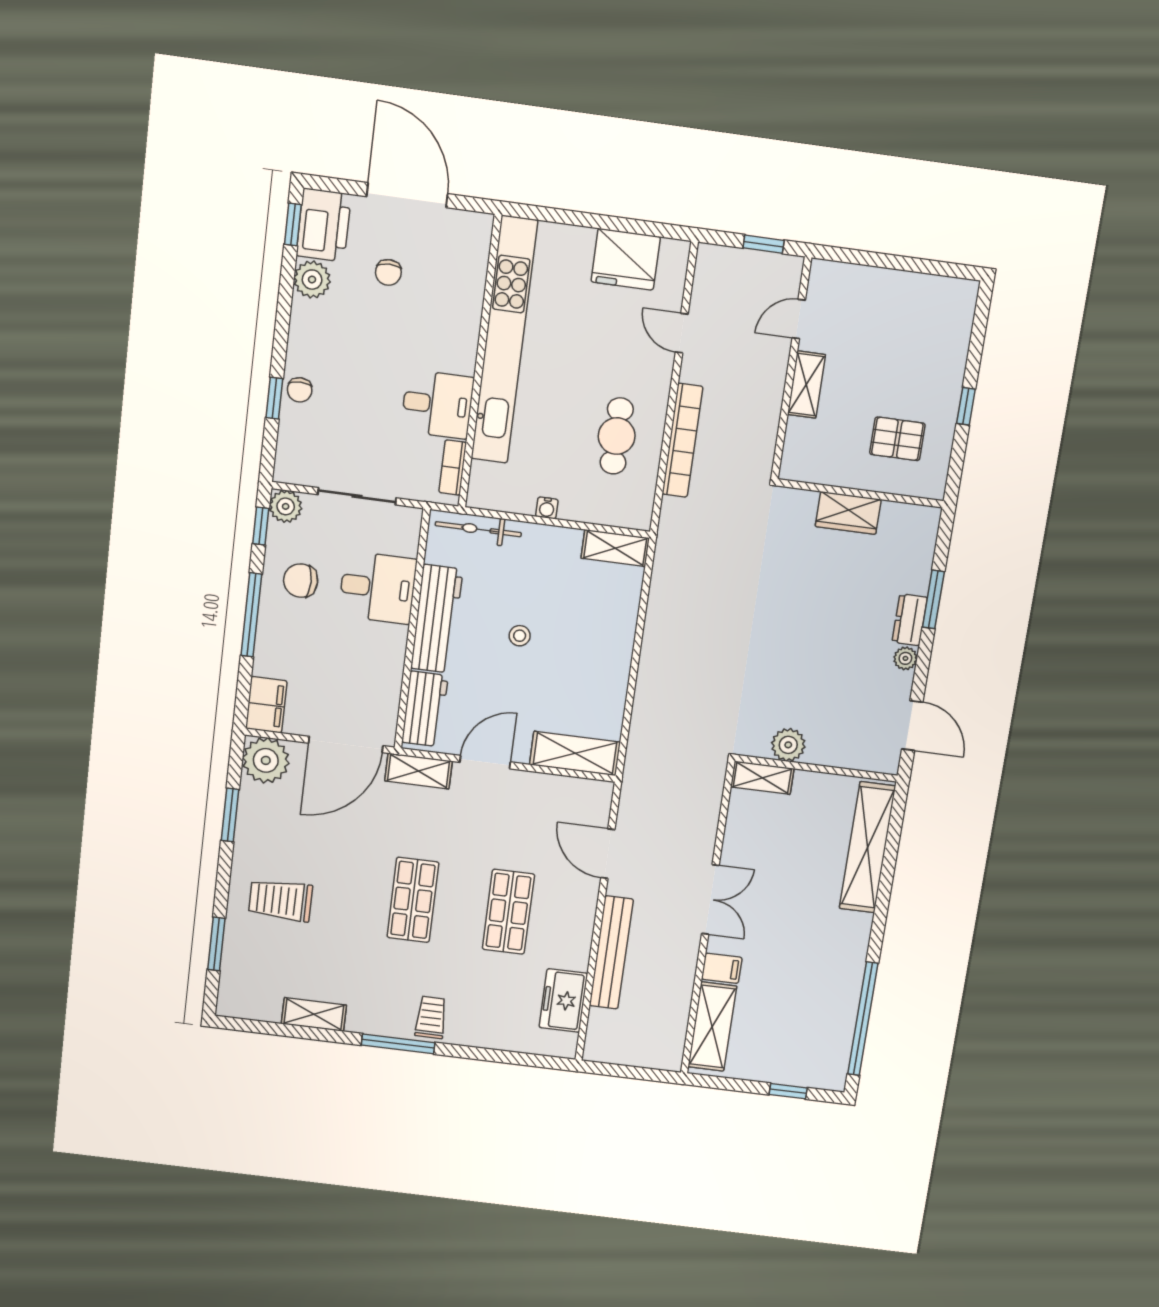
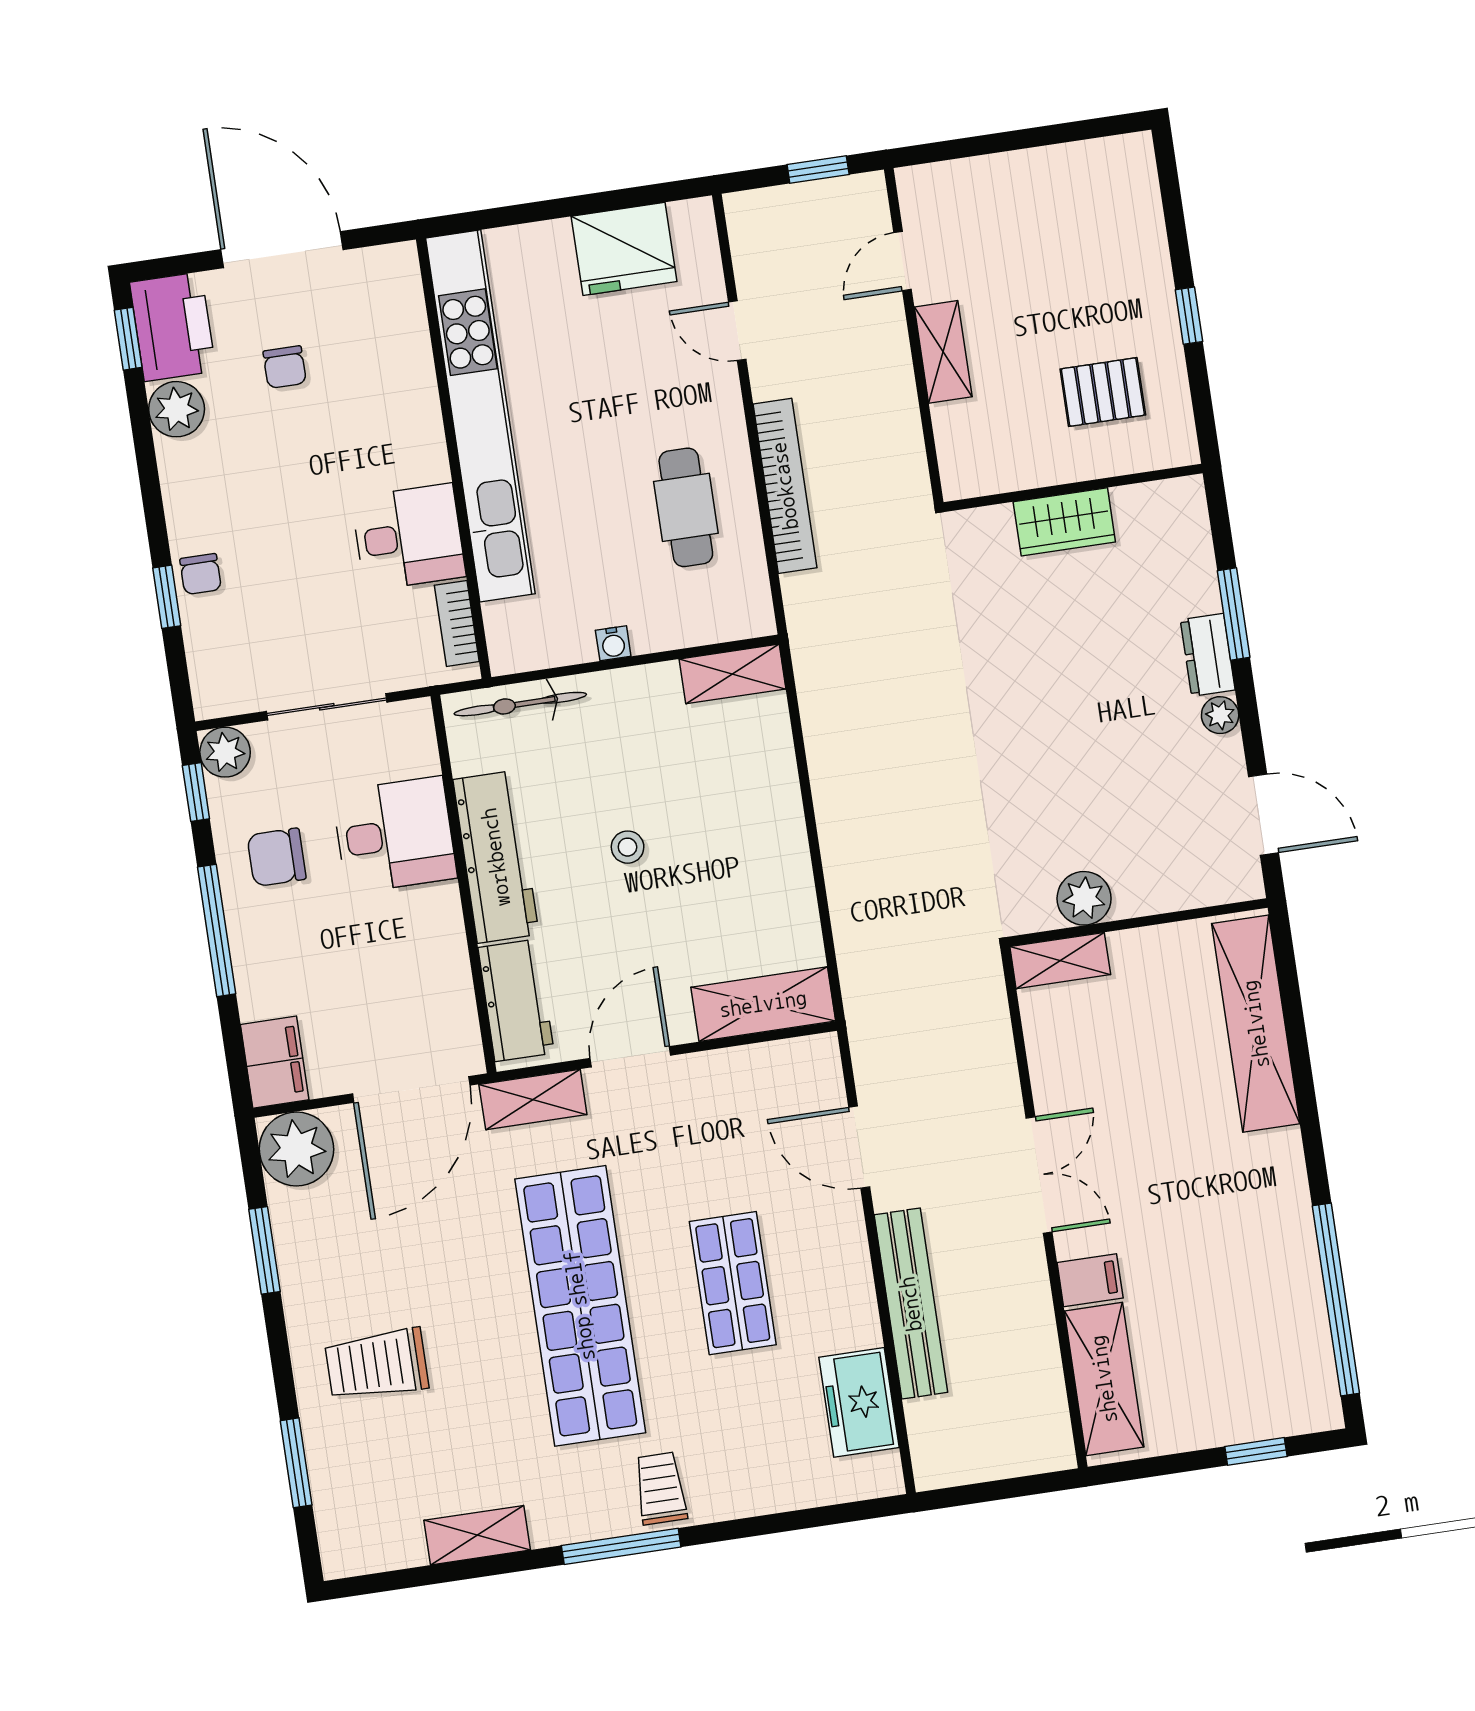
shop shelf: (413, 900) -> (580, 1306), width x2.00, depth x1.36

